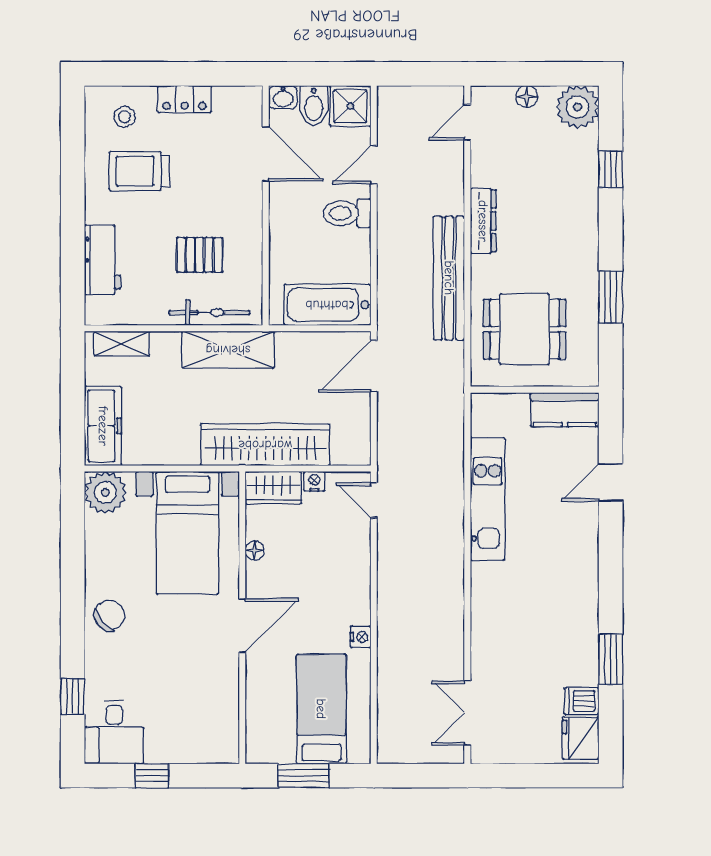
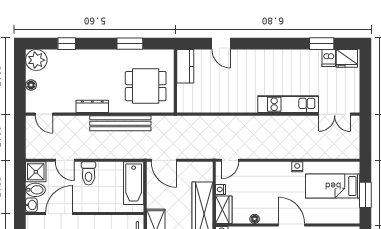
dining table: (524, 329) -> (146, 86), turned 90
kitchen unit: (488, 499) -> (288, 104), moved
window: (611, 659) -> (322, 44), moved

